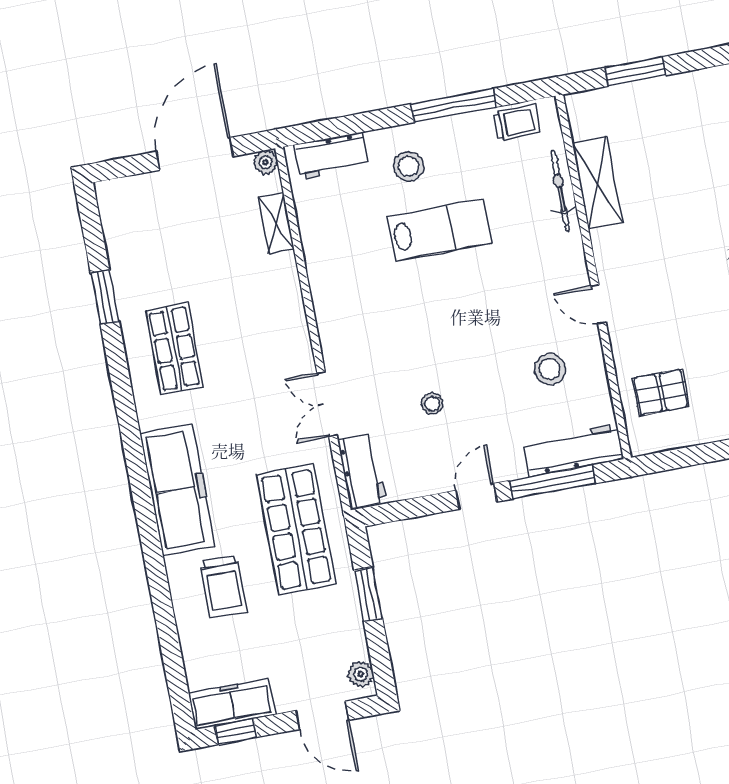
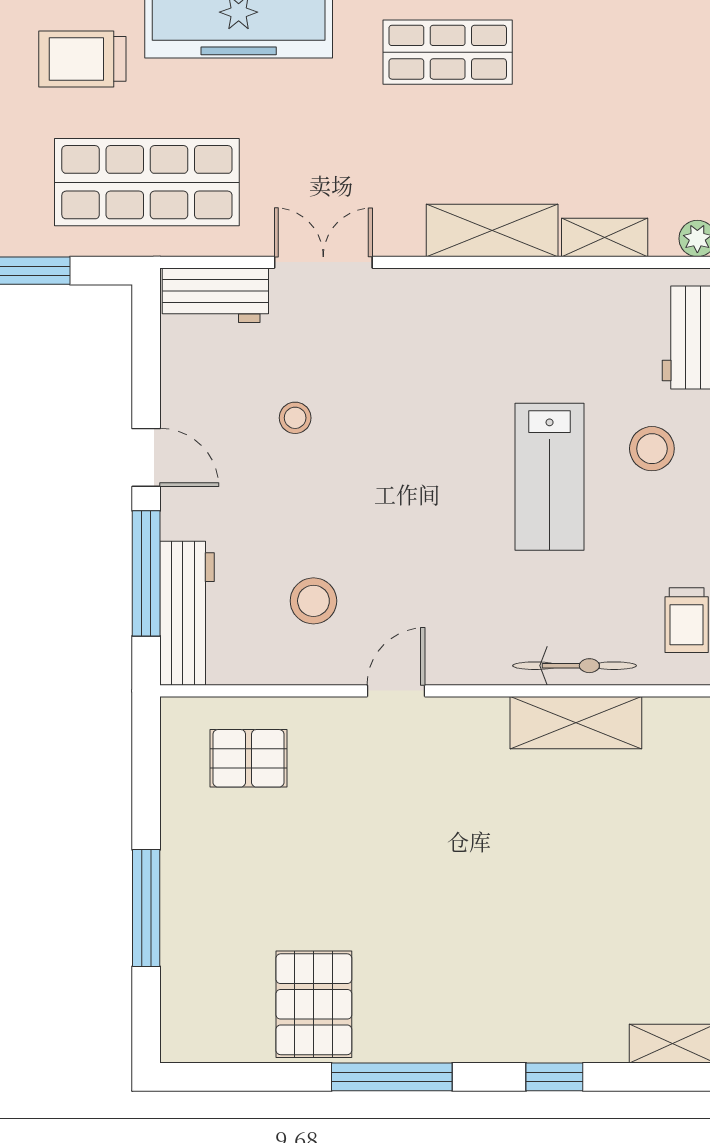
shelving: (286, 298) -> (492, 231), added
pallet: (661, 392) -> (249, 758), turned 90

